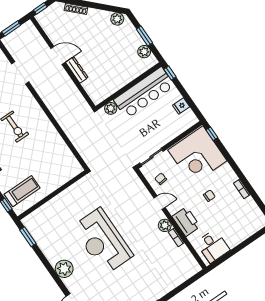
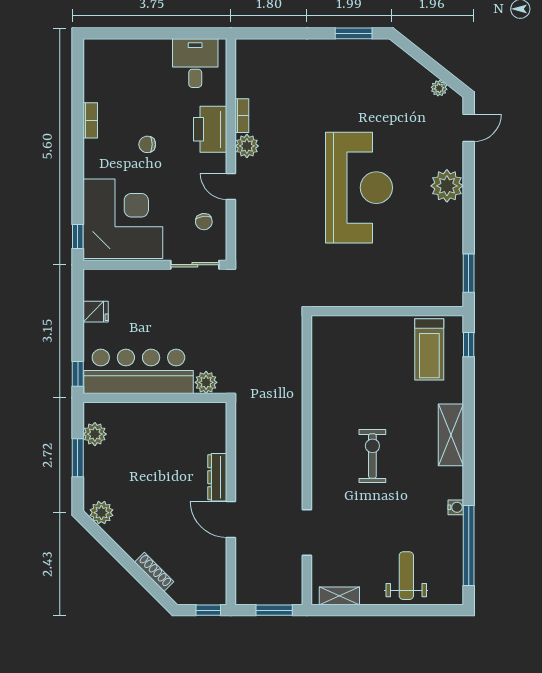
treadmill: (22, 191) -> (429, 349), turned -90

